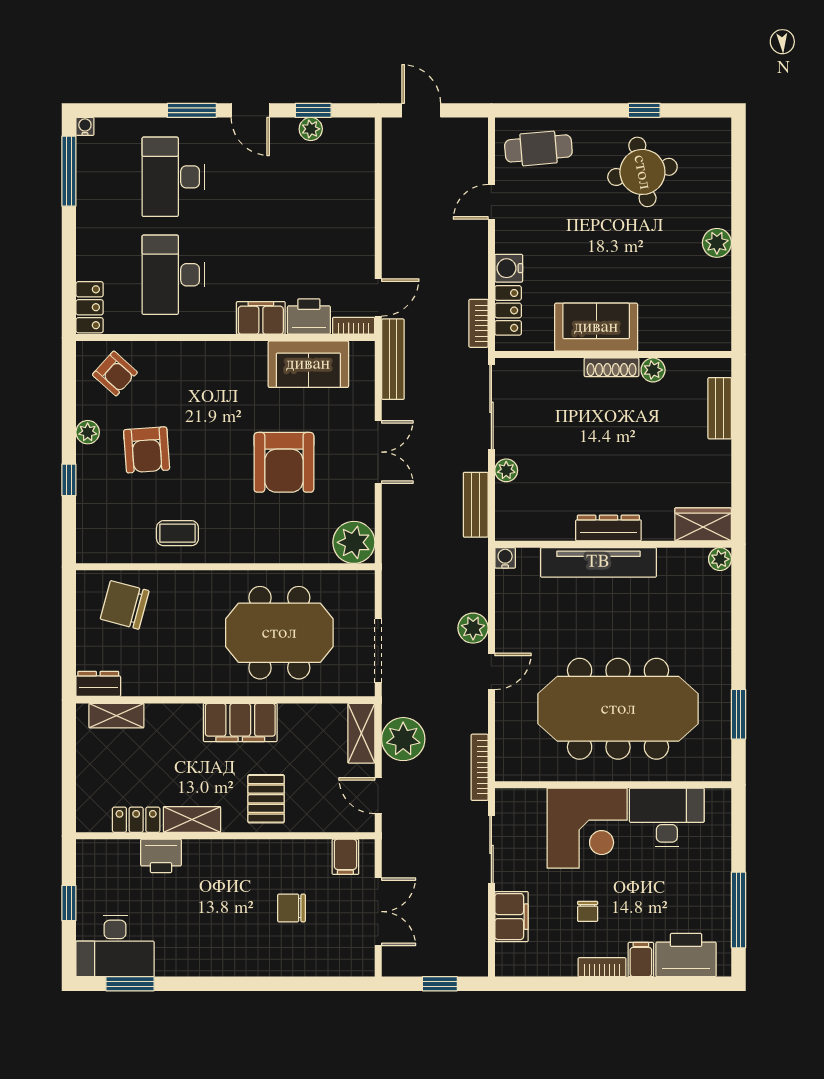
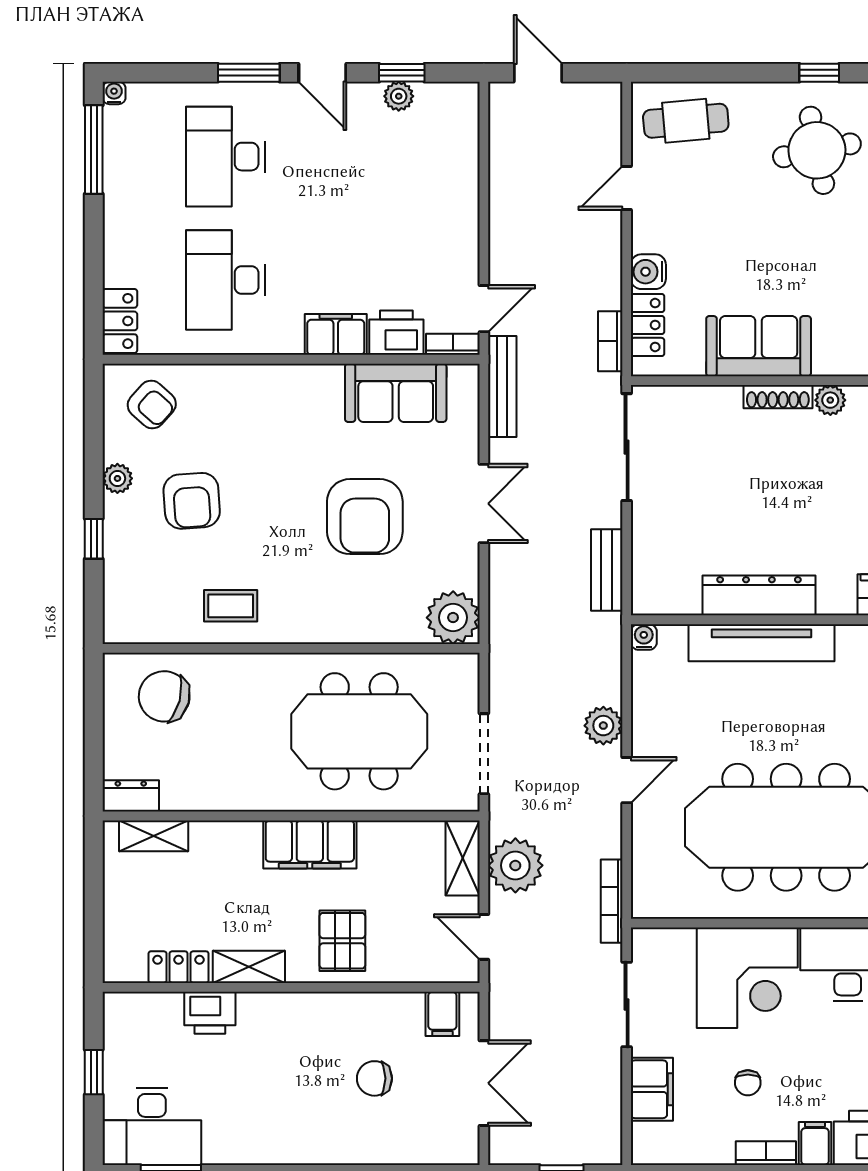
plant: (506, 470) -> (645, 527), removed
dresser: (608, 528) -> (759, 595), width x1.37, depth x1.24

